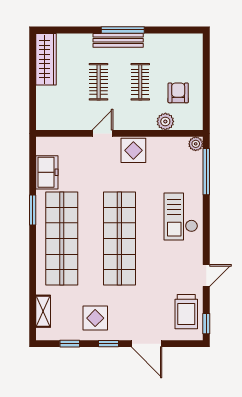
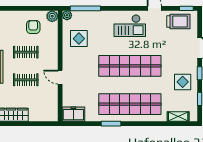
armchair: (178, 93) -> (33, 27), turned 90
plant: (165, 121) -> (52, 16), moved
display table: (133, 150) -> (79, 39), moved
freezer: (47, 172) -> (73, 114), moved
checkout: (181, 216) -> (130, 26), moved

